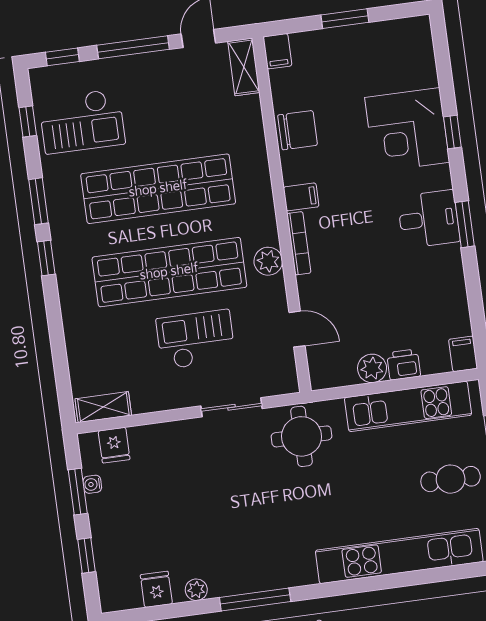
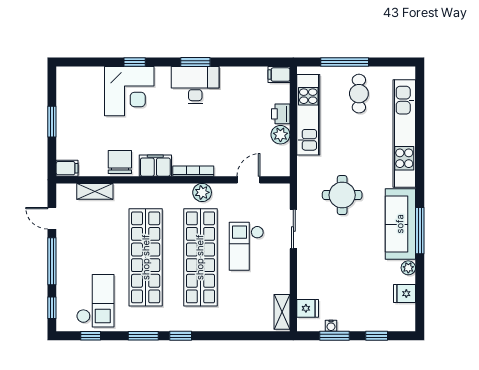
shelving: (244, 67) -> (95, 191), moved
filing cabinet: (301, 197) -> (155, 166), width x2.00
desk: (429, 219) -> (195, 85), width x1.37
round table: (302, 436) -> (342, 195), moved
sofa: (261, 569) -> (400, 224), added

